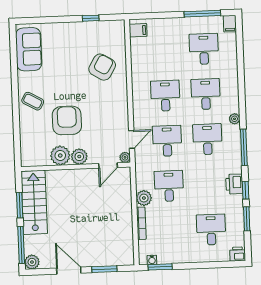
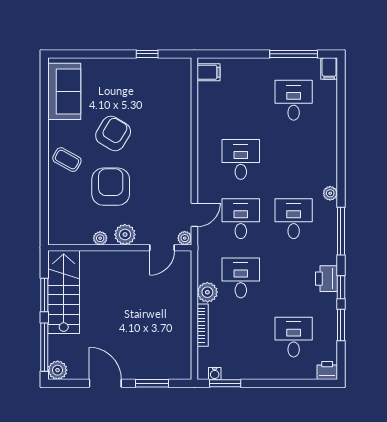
armchair: (102, 67) -> (113, 134), moved
desk: (206, 94) -> (294, 159), removed
plant: (60, 155) -> (100, 238), width x0.53, depth x0.53

